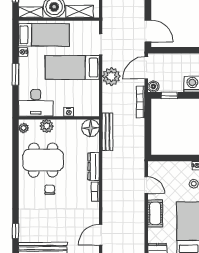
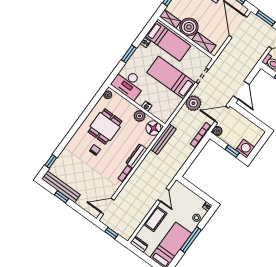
window: (169, 95) -> (232, 151), moved
plant: (47, 126) -> (140, 116), moved
dining table: (43, 160) -> (105, 127), width x0.73

